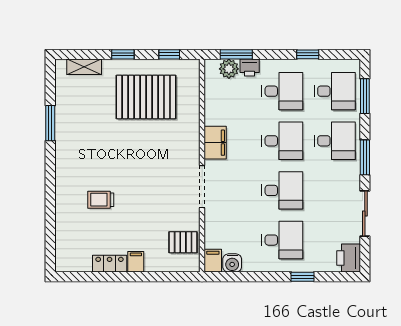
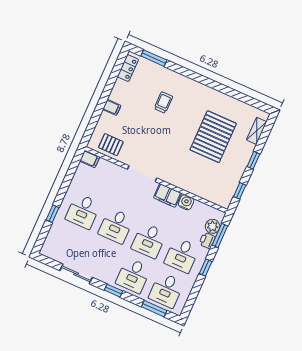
window: (308, 54) -> (206, 267), moved
pallet: (146, 97) -> (213, 137), moved
window: (50, 123) -> (154, 58), moved
window: (365, 157) -> (113, 291), width x0.67
pallet: (183, 242) -> (111, 145), turned 90
printer: (349, 258) -> (51, 250), removed
water cooler: (232, 263) -> (186, 202), moved, turned 90
locker: (110, 264) -> (128, 68), moved

